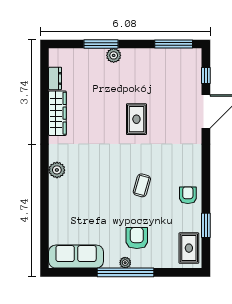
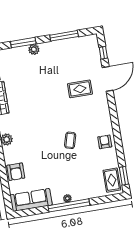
window: (174, 44) -> (64, 36), moved
rug: (136, 119) -> (80, 89), moved, turned 90
window: (206, 225) -> (124, 176), moved
armchair: (137, 238) -> (16, 172), moved, turned 180

